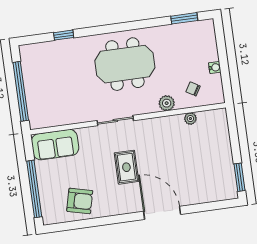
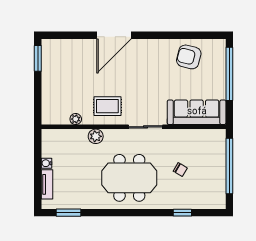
tv unit: (211, 45) -> (47, 184), added
chair: (193, 89) -> (180, 170), moved
sofa: (55, 145) -> (197, 112), width x1.36
rug: (126, 167) -> (107, 106), moved, turned 90
door: (162, 213) -> (114, 35), hinge flipped

